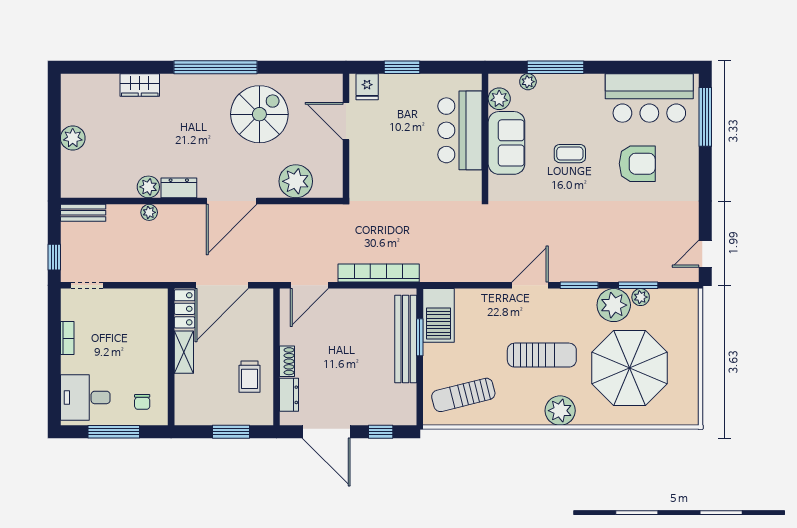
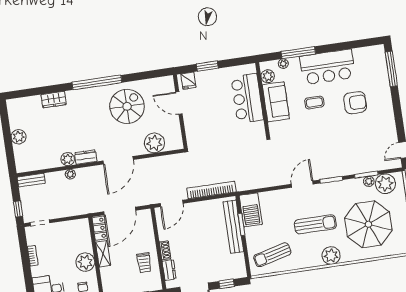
bar counter: (649, 98) -> (328, 67), moved
plant: (614, 305) -> (385, 184), moved
plant: (152, 361) -> (85, 262), added

